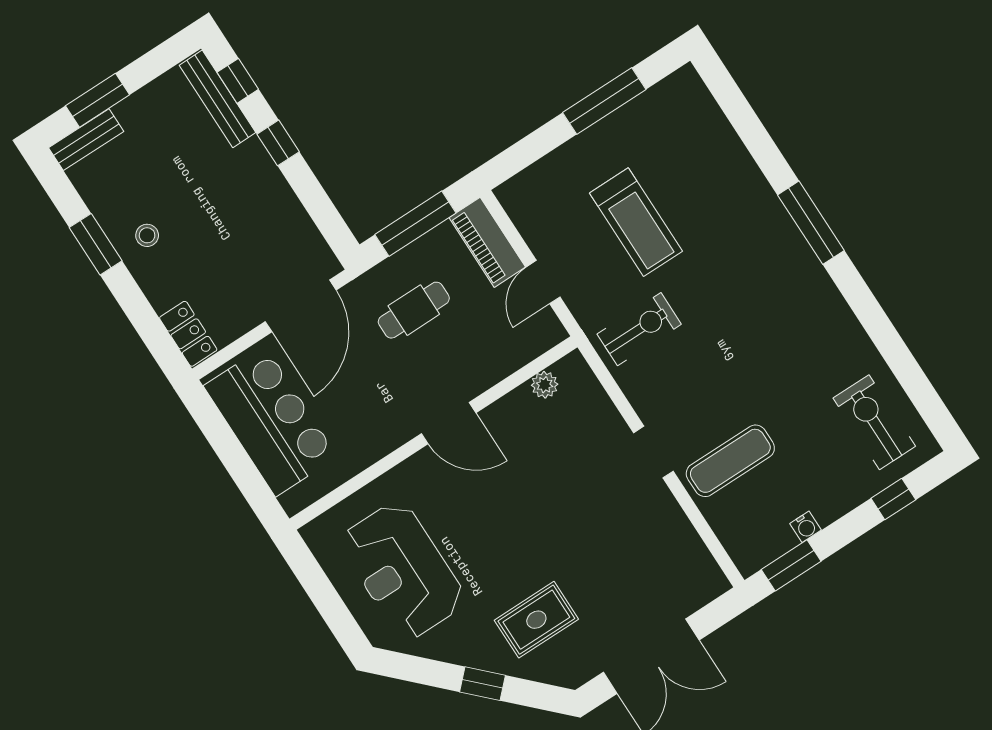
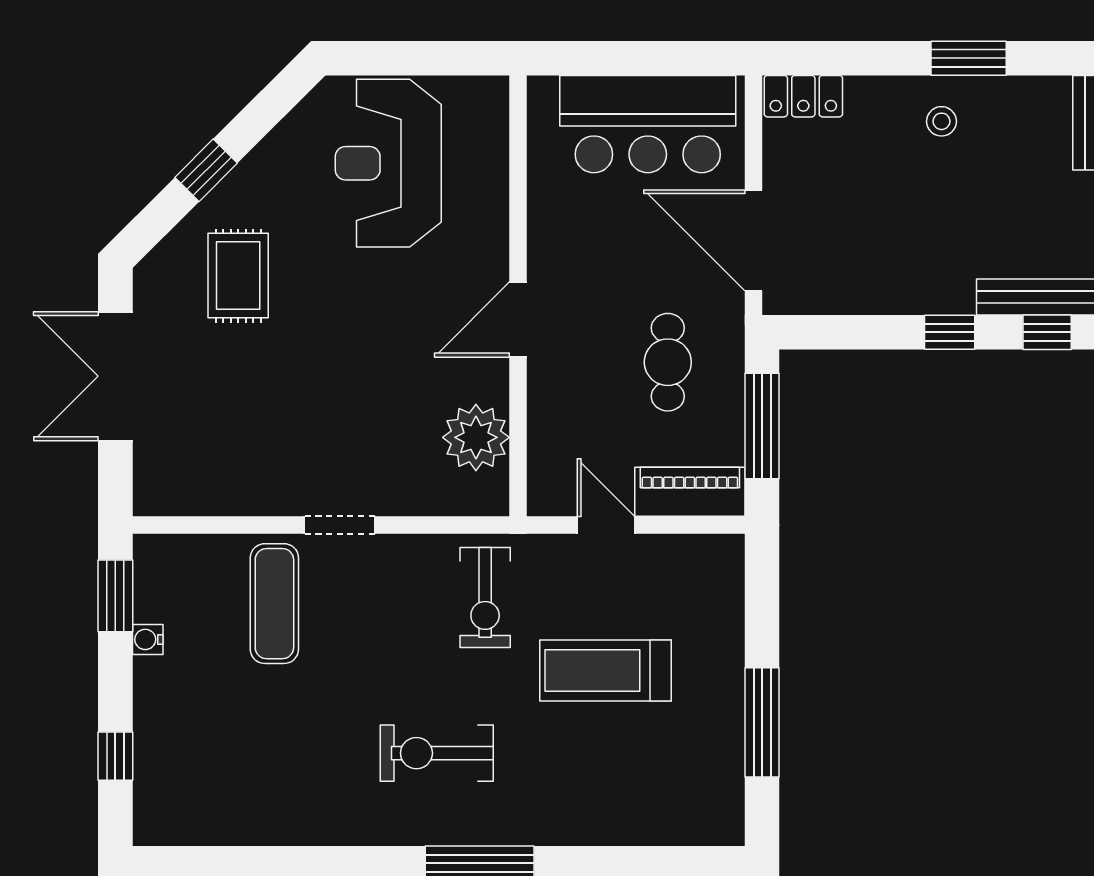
plant: (545, 385) -> (476, 437), width x1.87, depth x1.87
exercise bike: (874, 422) -> (437, 753), moved, turned 180
reception desk: (403, 570) -> (388, 163), turned -90

